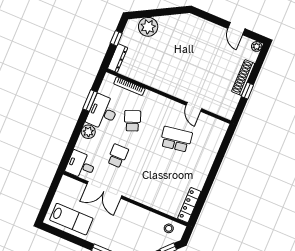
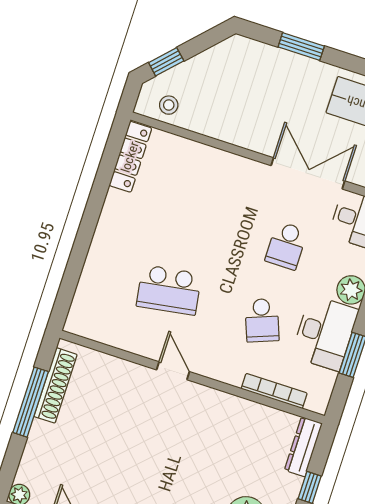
shoe rack: (243, 78) -> (56, 385), moved
window: (247, 91) -> (31, 402), width x2.17
door: (194, 107) -> (173, 371), moved

